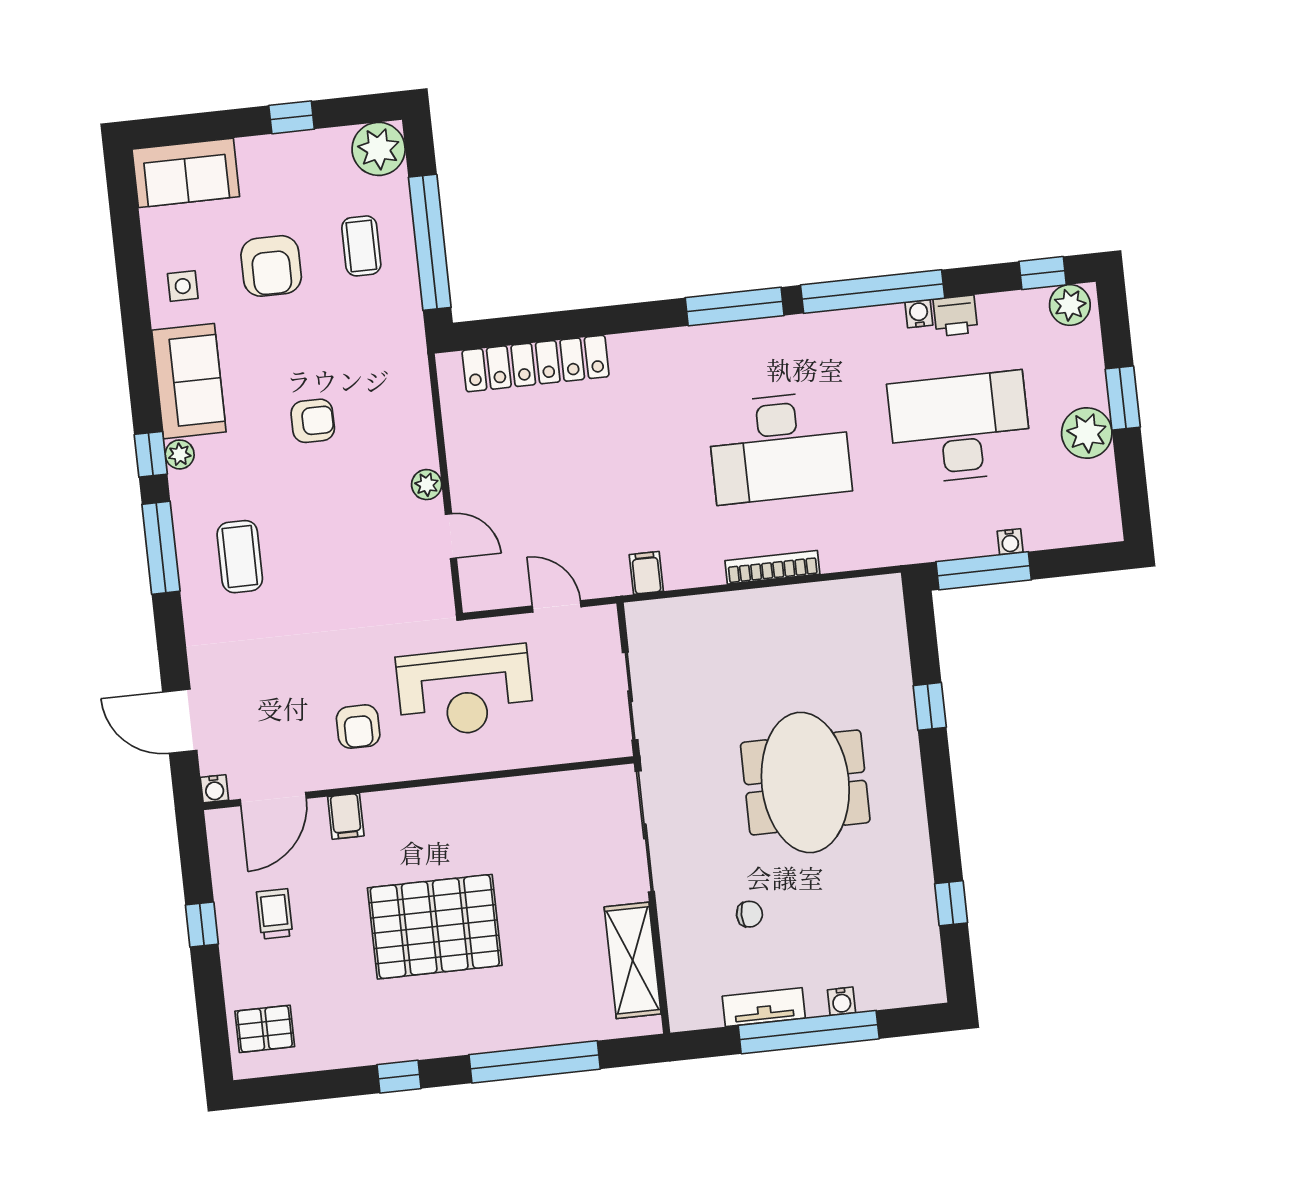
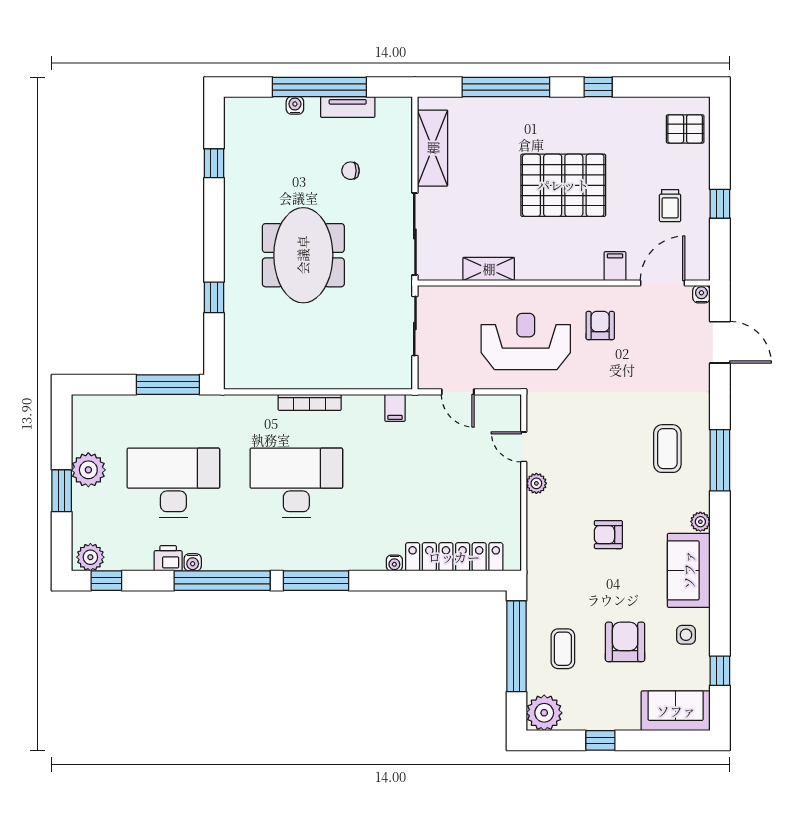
desk: (960, 428) -> (173, 483), turned 180
window: (151, 454) -> (720, 671), moved
water cooler: (1010, 542) -> (394, 563), moved, turned 180
shelving: (531, 792) -> (489, 269), added

